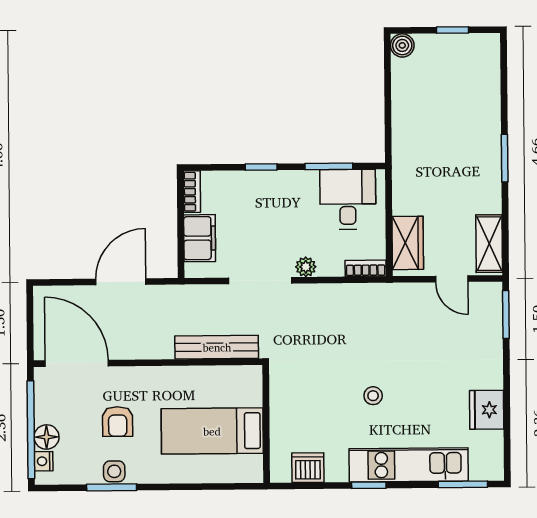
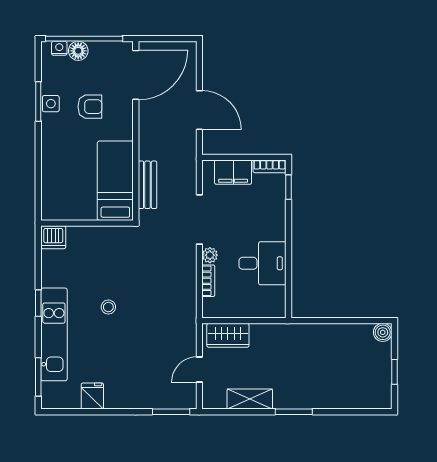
window: (329, 166) -> (288, 274), removed
window: (261, 167) -> (288, 187), moved
desk: (348, 199) -> (262, 263), moved
shelving: (489, 244) -> (250, 399), moved
bookcase: (366, 268) -> (208, 281), moved
bench: (217, 347) -> (147, 185), width x0.73
fridge: (487, 410) -> (92, 396), width x0.72
armchair: (118, 421) -> (90, 107), turned 180
bed: (212, 431) -> (115, 181), moved
dishwasher: (308, 468) -> (53, 237), moved, turned 90

